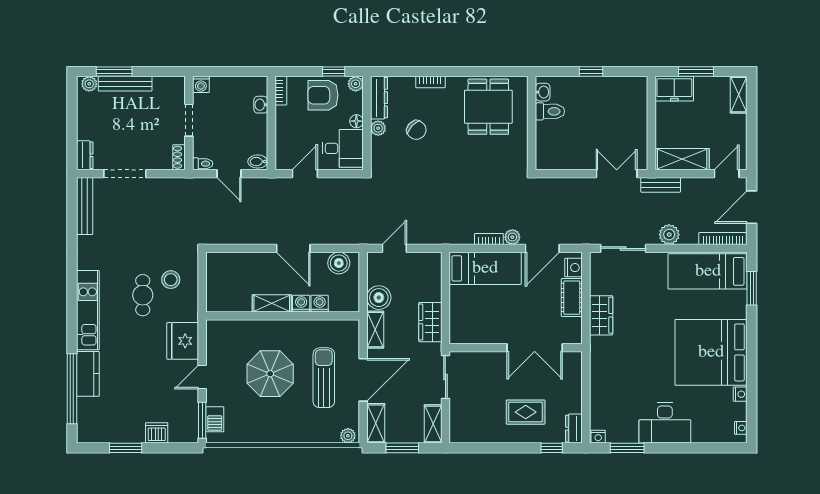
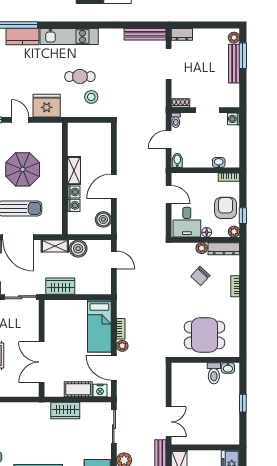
dining table: (488, 107) -> (205, 335), moved

